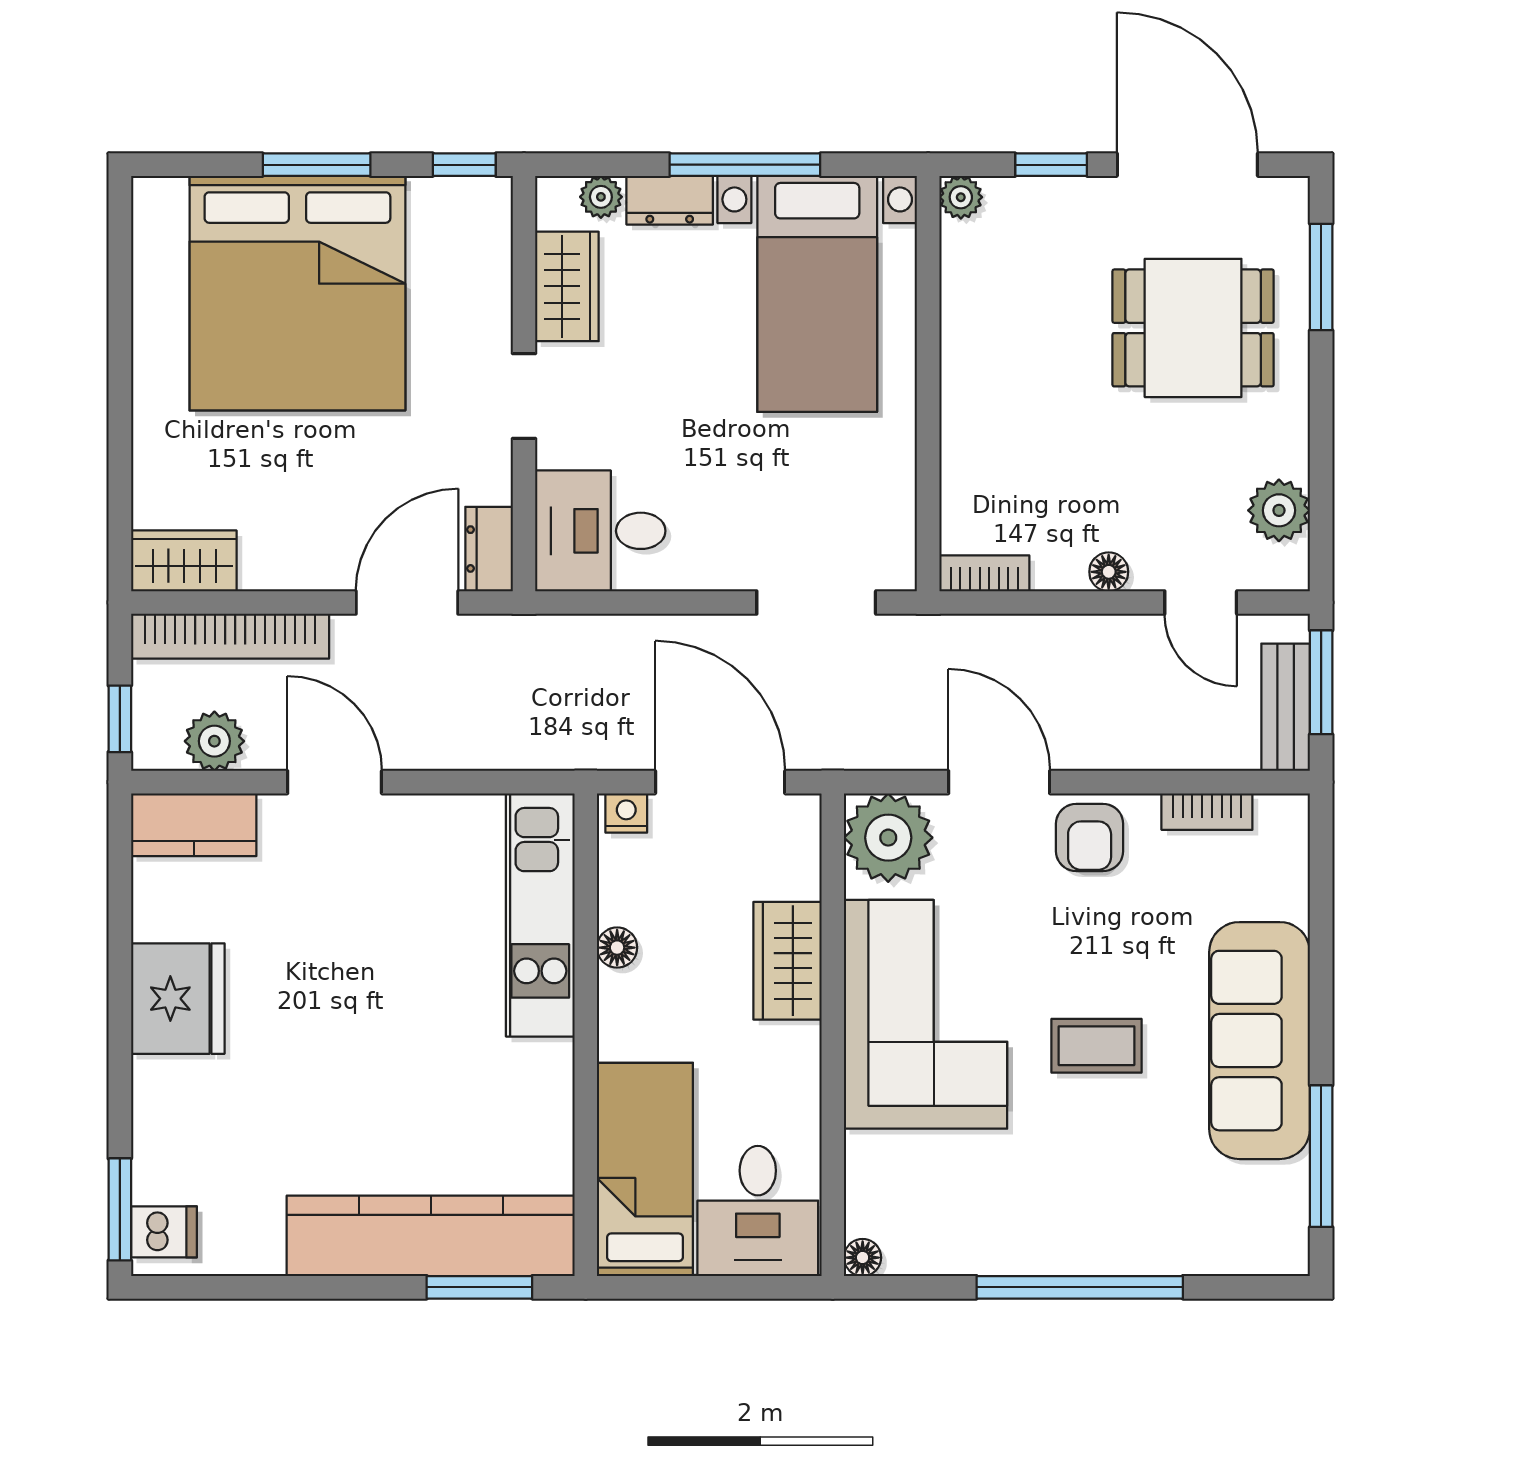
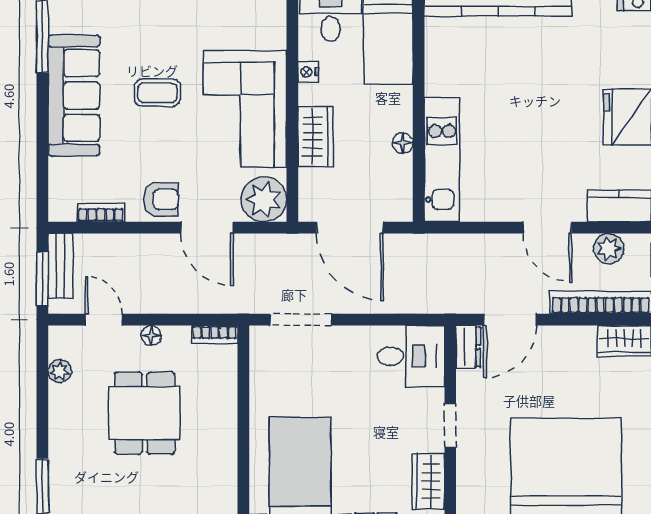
dining table: (1193, 328) -> (144, 413), moved, turned 90
plant: (1279, 510) -> (60, 371), width x0.73, depth x0.73
nightstand: (626, 813) -> (308, 72), moved, turned 90
armchair: (1090, 838) -> (161, 199), turned 90

